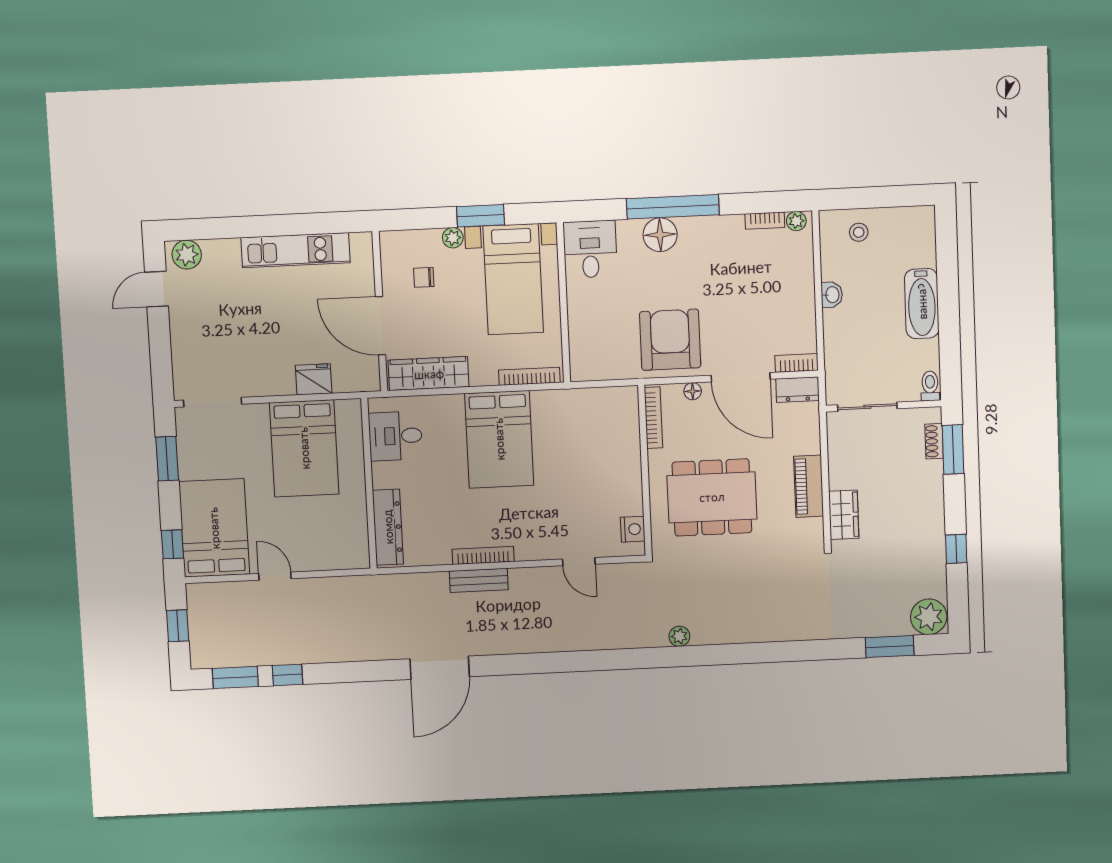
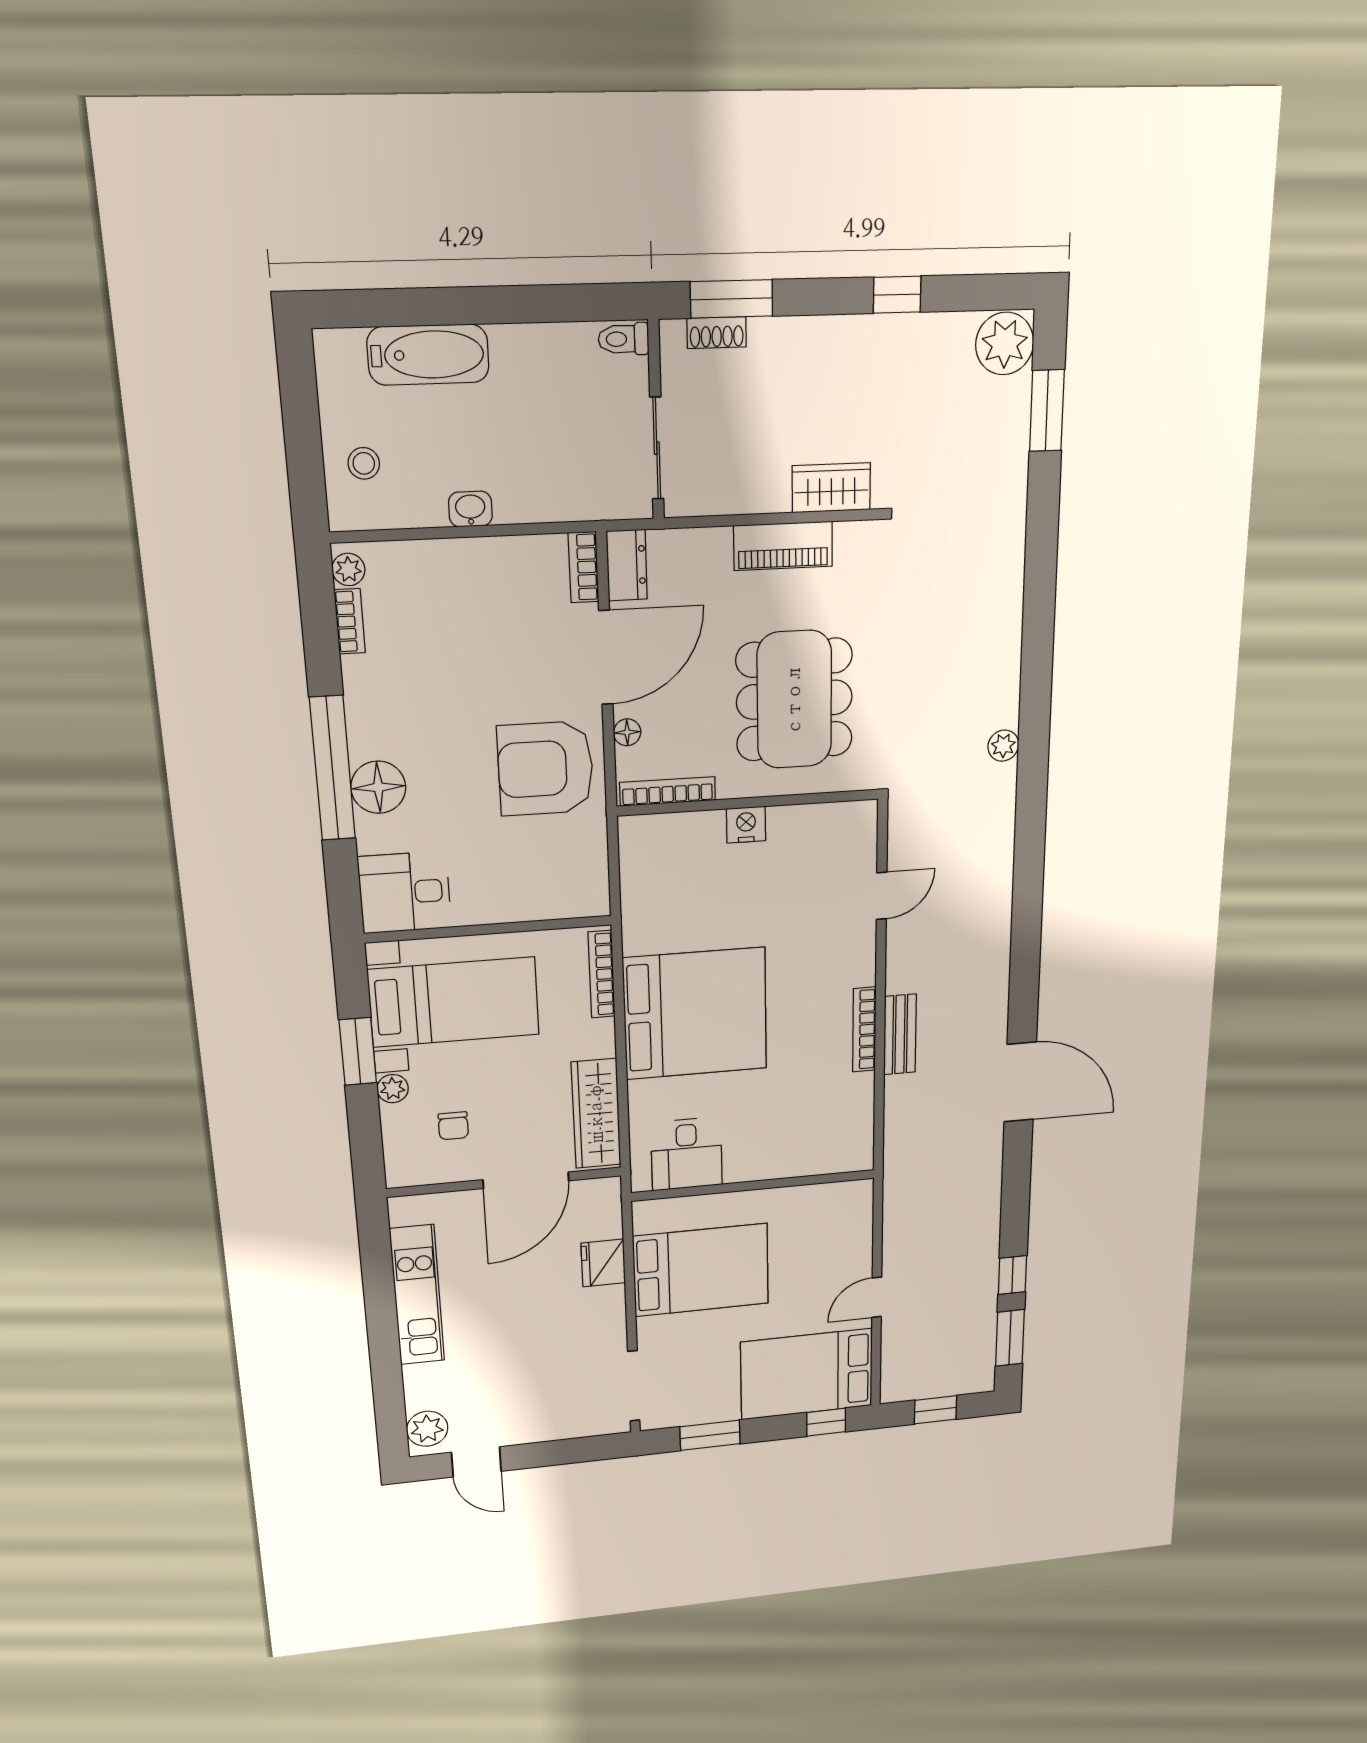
bathtub: (922, 304) -> (428, 355), moved
bed: (499, 439) -> (695, 1014), width x1.36
dresser: (388, 527) -> (817, 1158), removed
nightstand: (633, 529) -> (746, 825), moved

